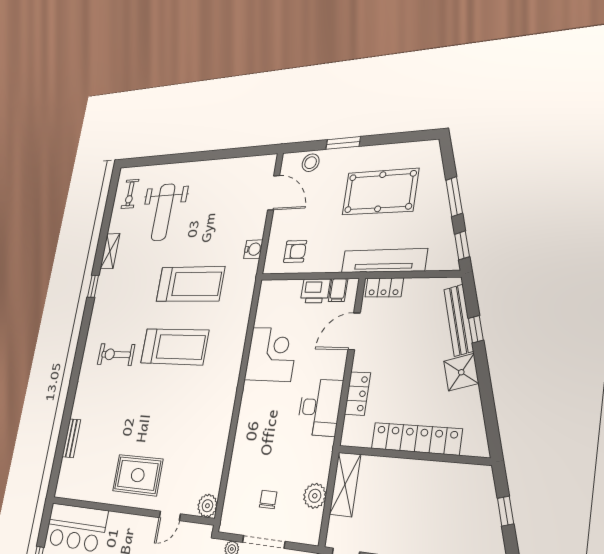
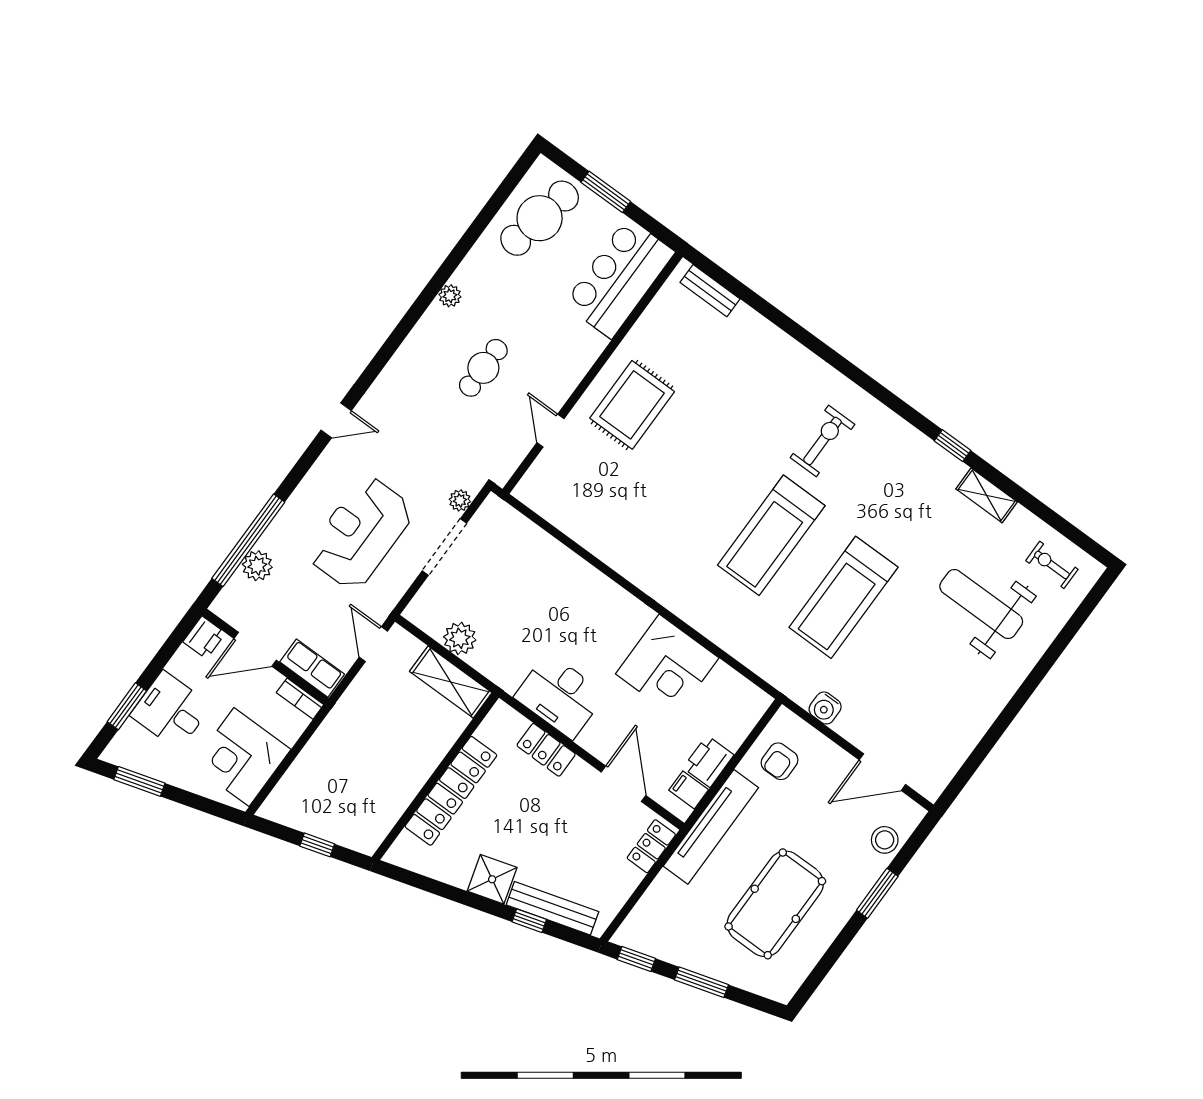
tv unit: (384, 261) -> (711, 827), moved
bench: (71, 438) -> (710, 291), moved
chair: (268, 499) -> (491, 577), removed
plant: (207, 506) -> (532, 490), removed

